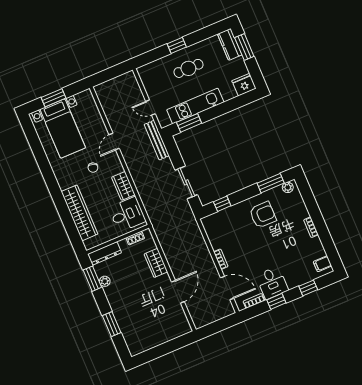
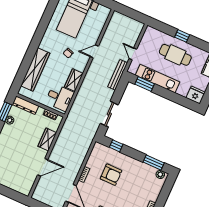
cafe table: (188, 68) -> (175, 55), width x1.37, depth x1.35
armchair: (263, 215) -> (111, 175), moved

